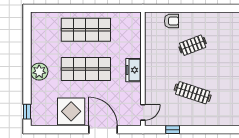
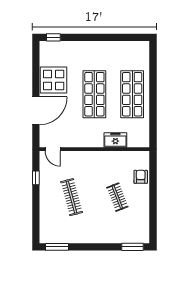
armchair: (172, 21) -> (141, 177), turned 180
freezer: (133, 70) -> (115, 140), moved
plant: (39, 72) -> (92, 49), removed
clothes rail: (193, 93) -> (72, 197), turned -33

